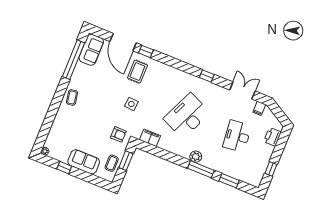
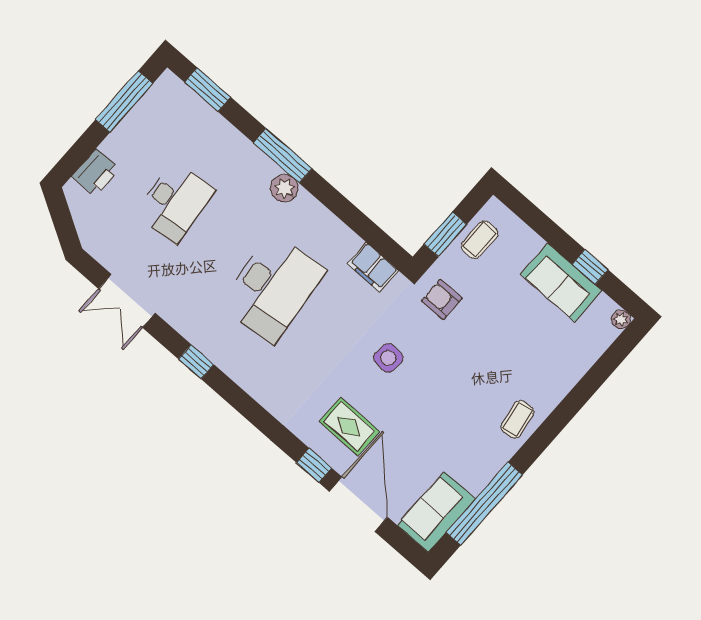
rug: (137, 72) -> (349, 426), turned 90
filing cabinet: (259, 108) -> (103, 247), removed
desk: (187, 116) -> (272, 288), turned -30
sofa: (84, 162) -> (561, 282), moved
window: (271, 169) -> (124, 102), width x2.17
window: (229, 181) -> (208, 90), moved

